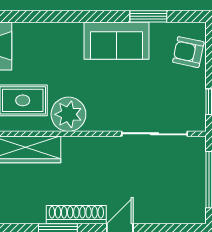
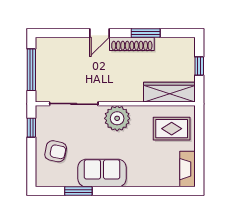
armchair: (188, 52) -> (56, 151), moved
plant: (68, 114) -> (117, 118), moved

